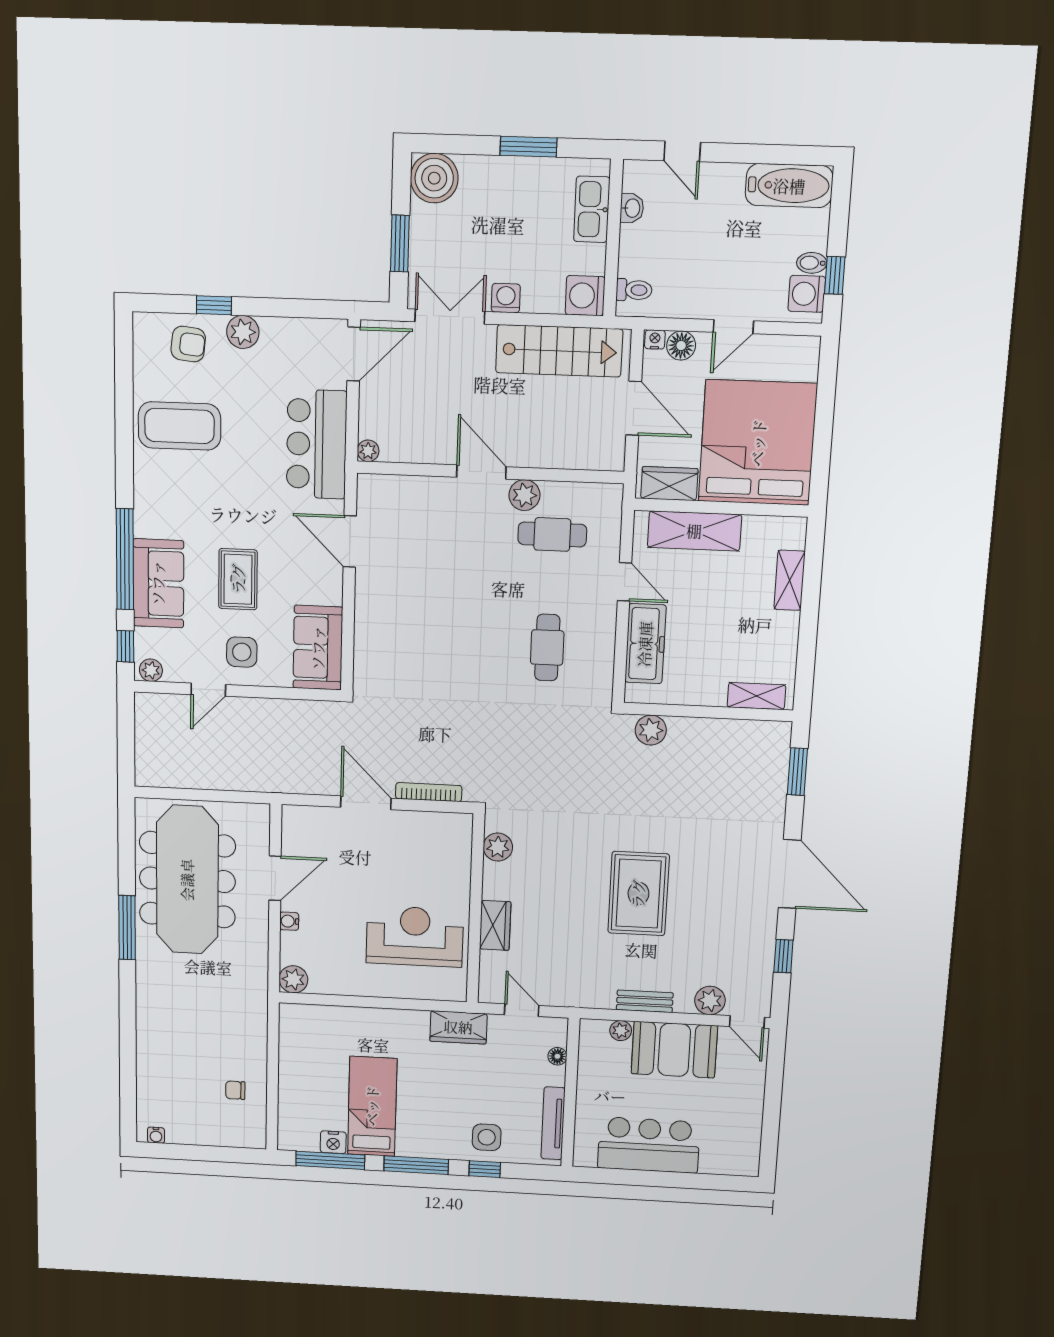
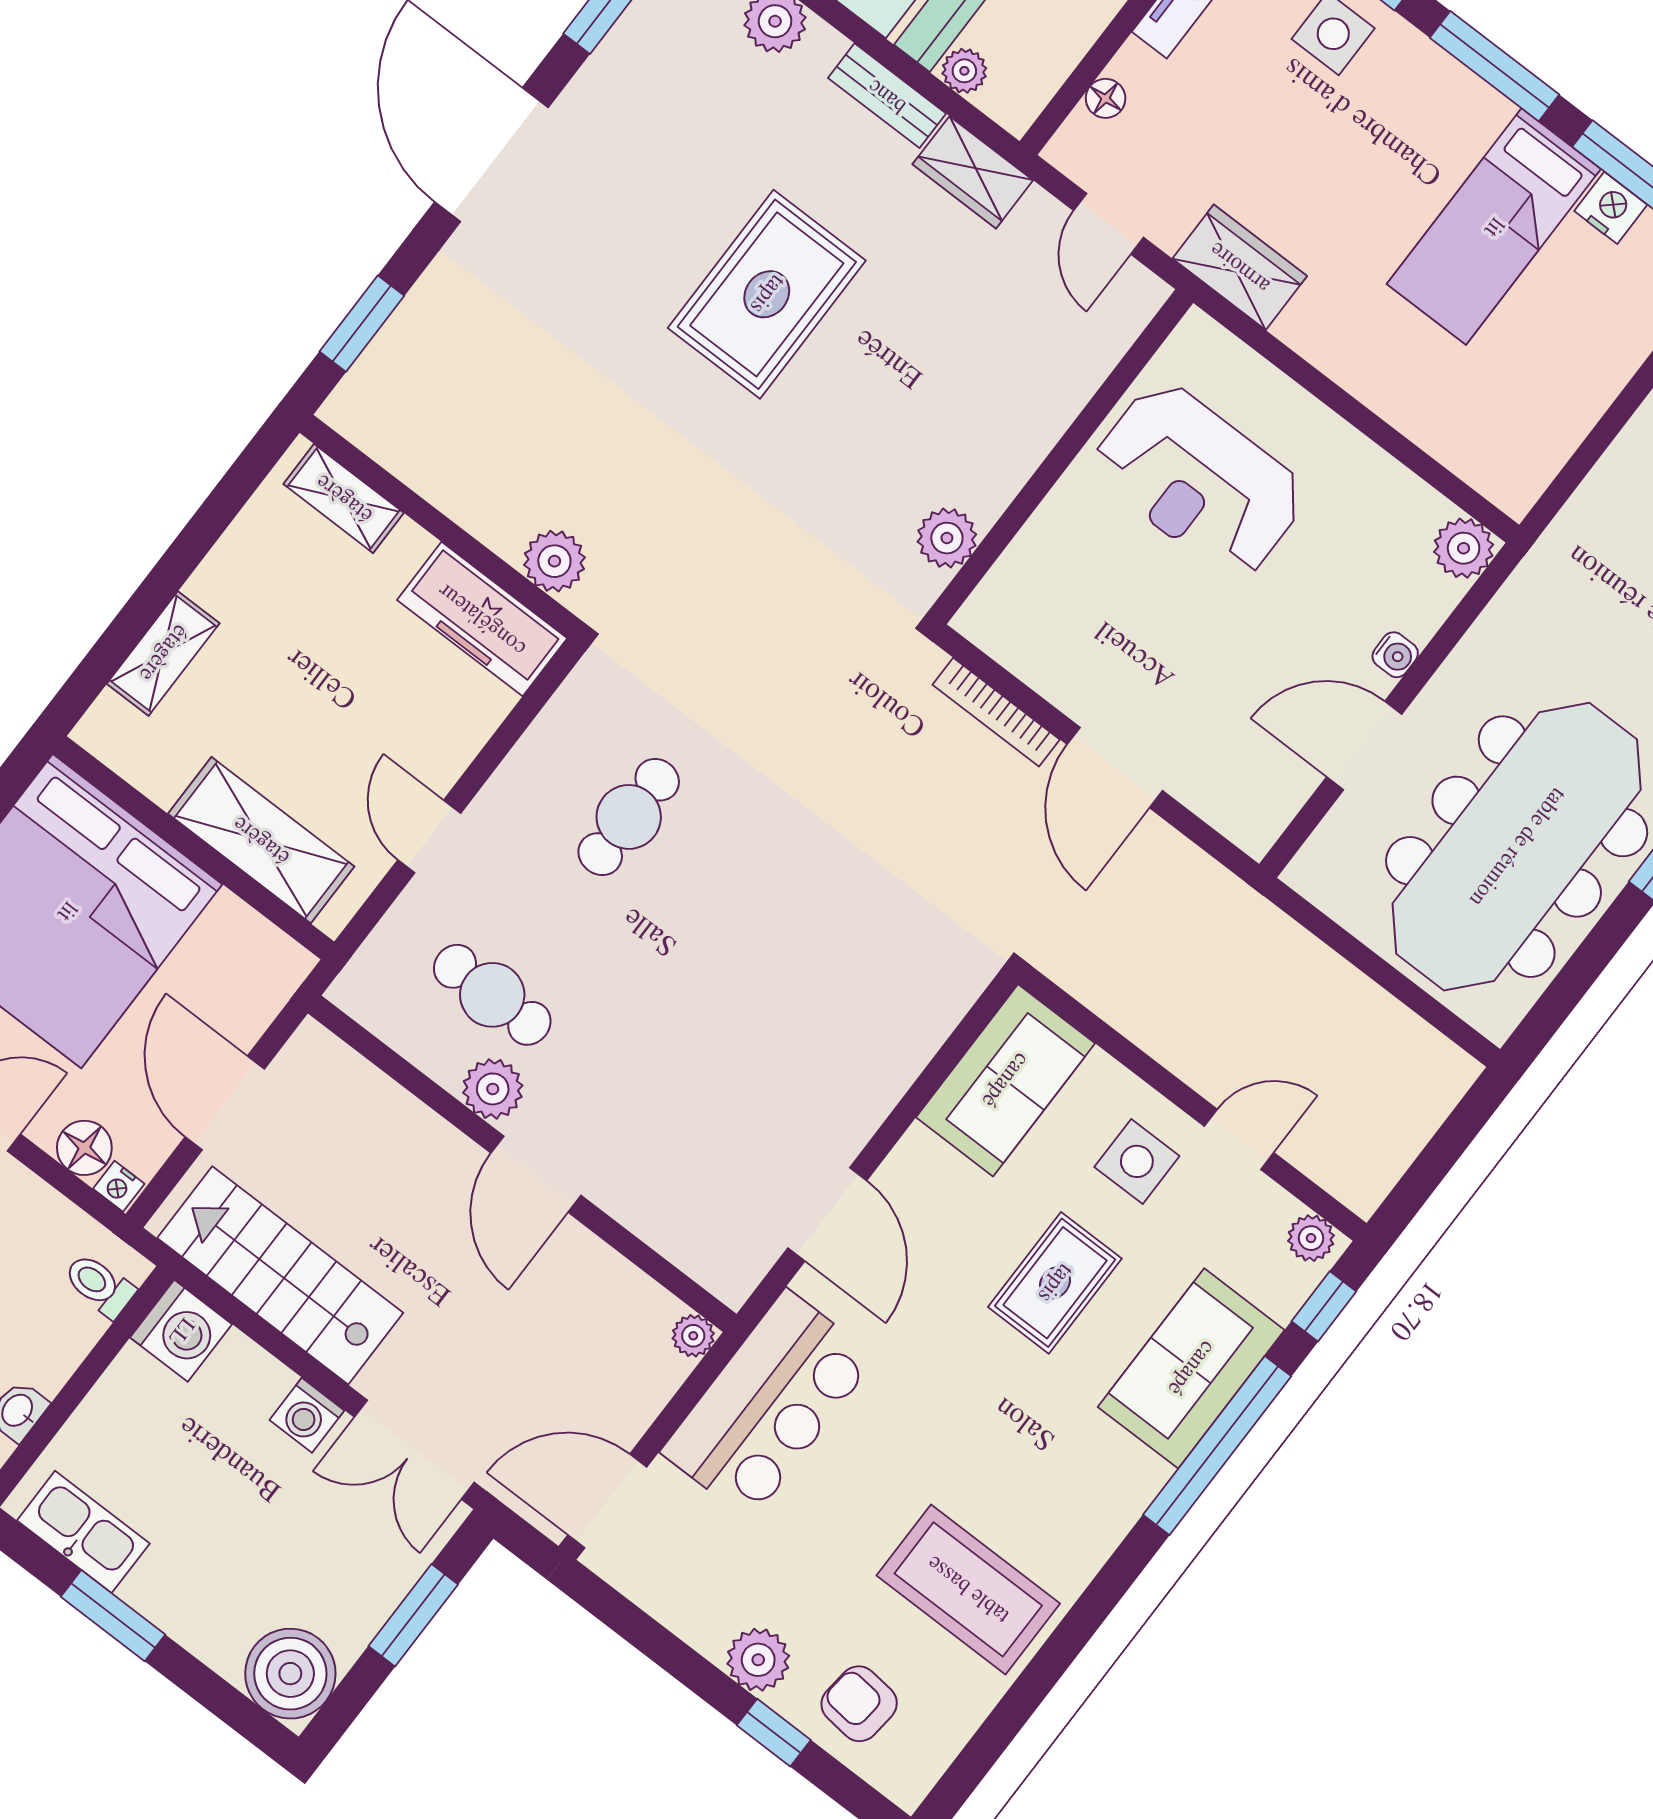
kitchen sink: (592, 209) -> (83, 1532), moved, turned -90
wardrobe: (669, 484) -> (250, 944), removed
freezer: (645, 644) -> (482, 619), moved, turned -90
wardrobe: (495, 925) -> (973, 172), moved, turned -90

